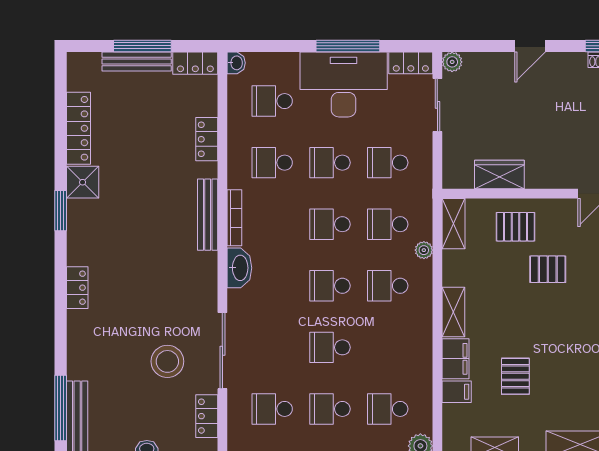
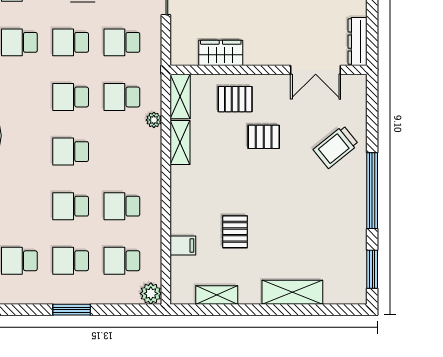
school desk: (388, 286) -> (122, 206), moved
shelving: (453, 312) -> (180, 143), moved
filing cabinet: (456, 359) -> (182, 216), removed

